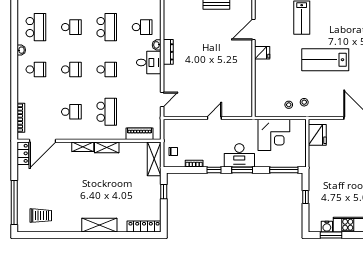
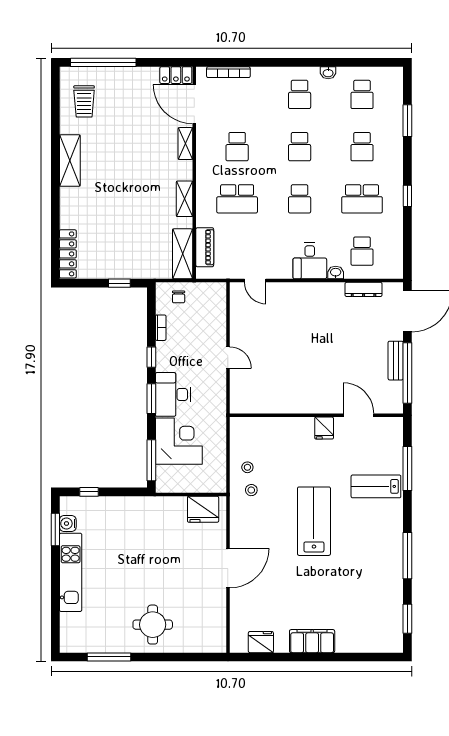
school desk: (36, 27) -> (362, 94), width x0.54
dresser: (168, 52) -> (364, 289), moved
corner desk: (274, 135) -> (179, 441), moved, turned 180
shelving: (83, 147) -> (185, 144), moved
shelving: (154, 159) -> (183, 254), moved, turned 90
window: (305, 197) -> (89, 492), moved
shelving: (99, 225) -> (70, 161), moved

